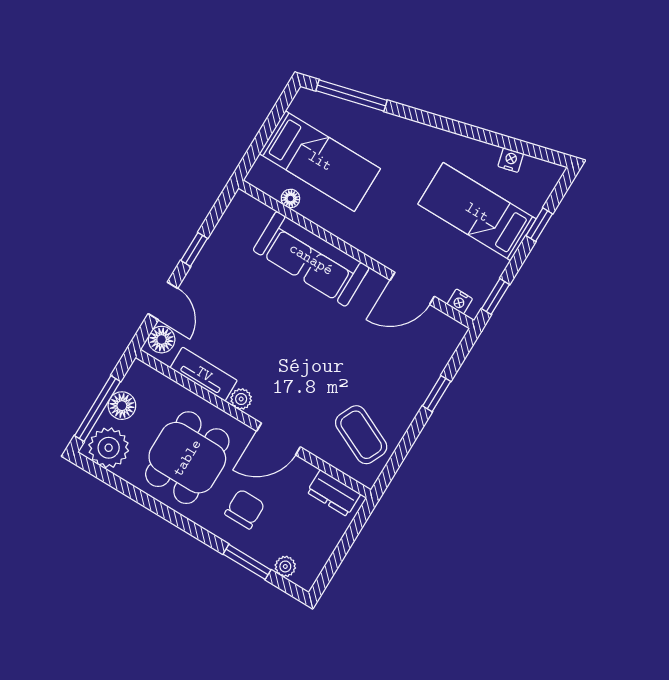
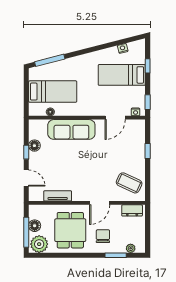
floor lamp: (162, 340) -> (34, 146), moved
plant: (241, 399) -> (77, 197), removed

